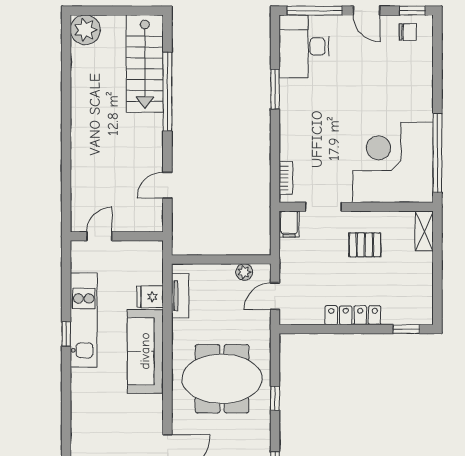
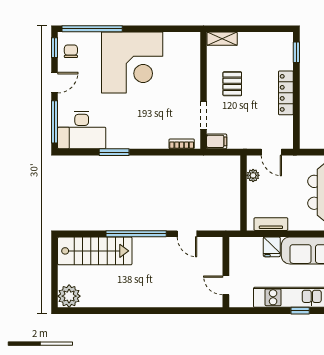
window: (167, 91) -> (136, 234), moved
window: (437, 153) -> (92, 29), moved
corner desk: (393, 162) -> (132, 62), moved, turned -90

